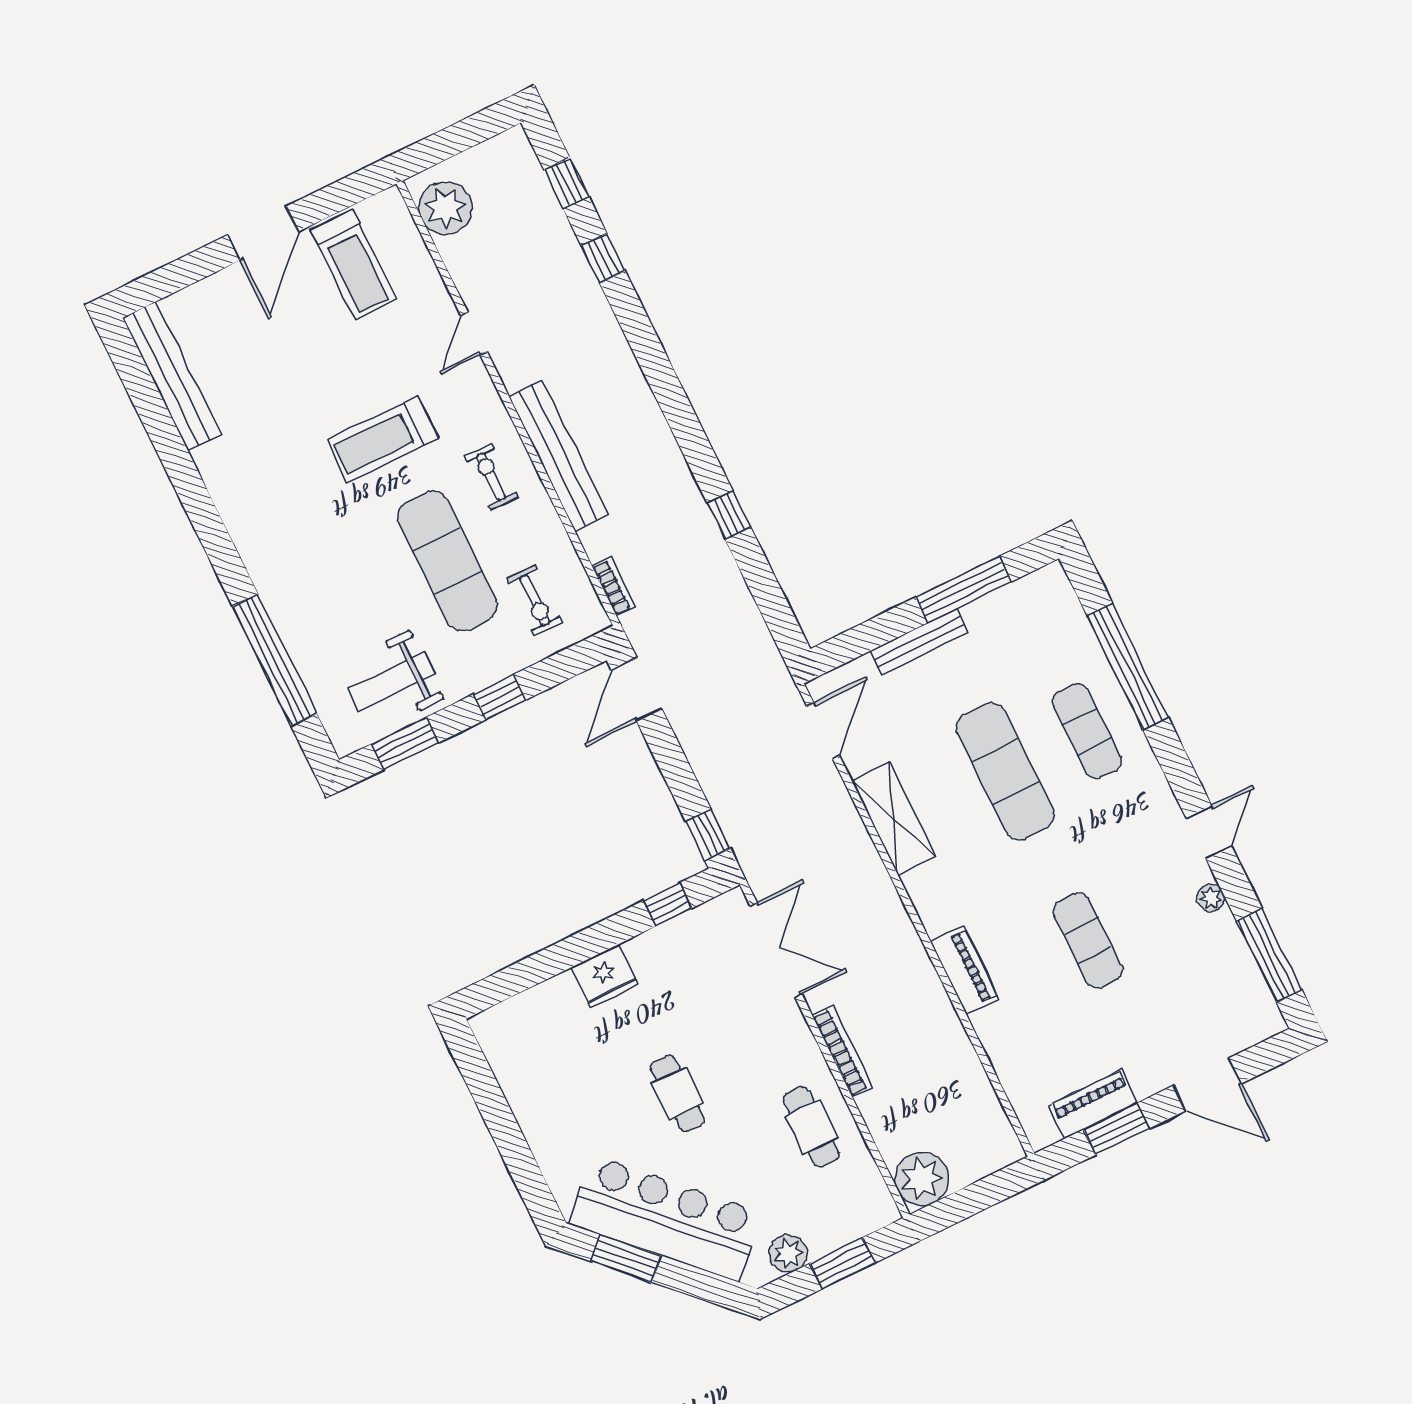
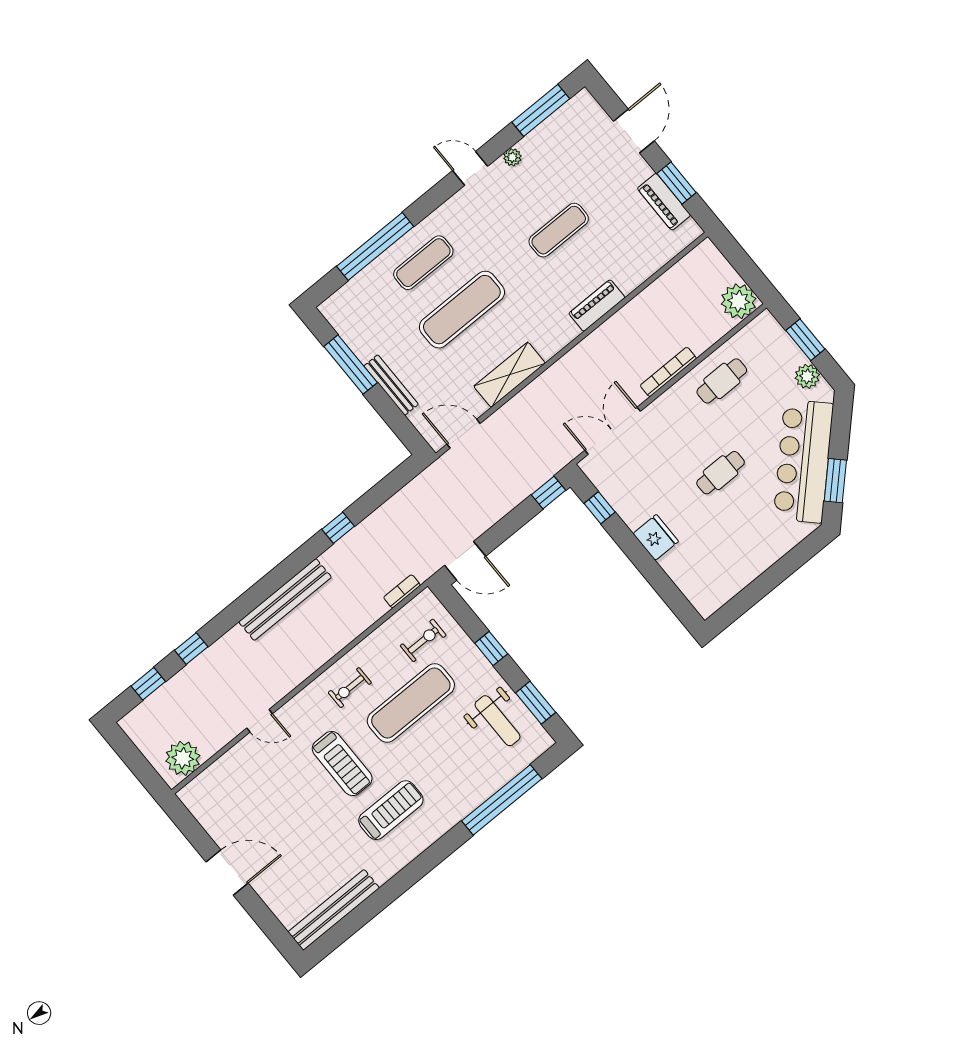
treadmill: (354, 265) -> (391, 810), moved
bench: (558, 455) -> (285, 599), moved

